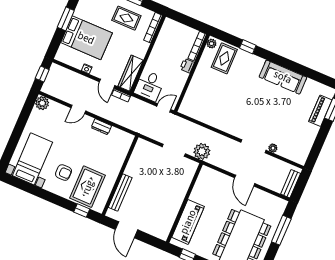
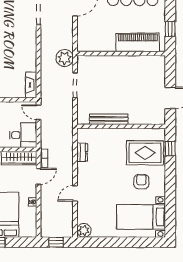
door: (78, 109) -> (75, 193), swing flipped
fireplace: (191, 112) -> (31, 85), added
dresser: (101, 127) -> (82, 152), moved
bench: (120, 193) -> (109, 119), moved

